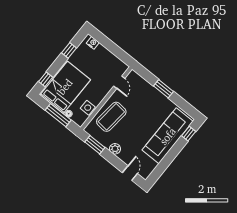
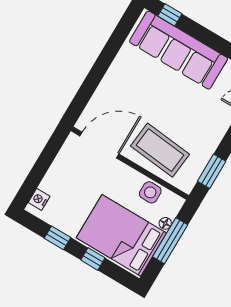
window: (46, 79) -> (93, 259), moved
door: (119, 82) -> (99, 145), width x1.88
window: (164, 89) -> (100, 68), removed
plant: (115, 149) -> (213, 136), removed

